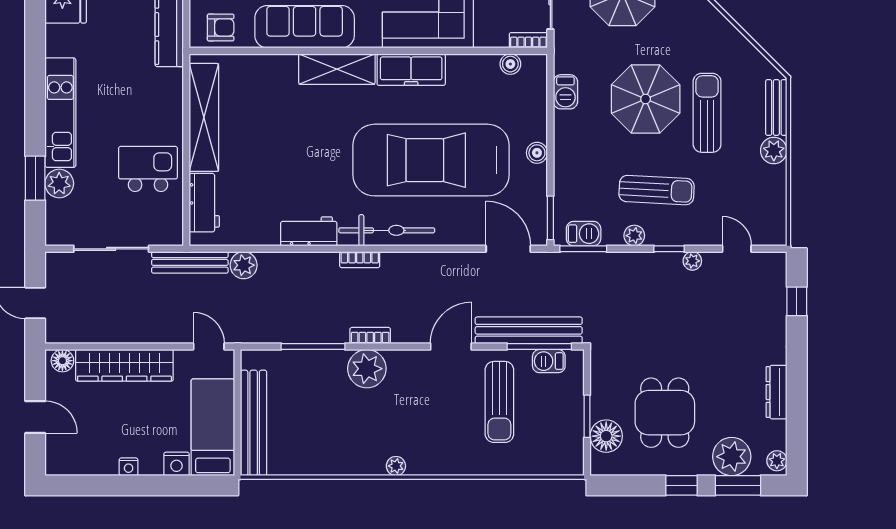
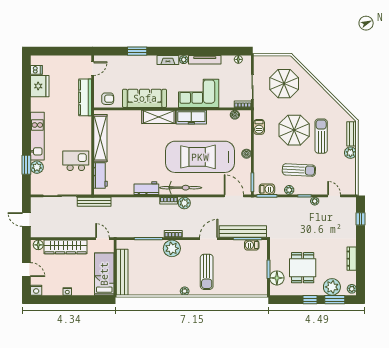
plant: (244, 265) -> (184, 203), moved
sun lounger: (499, 402) -> (207, 272), moved
nightstand: (177, 464) -> (36, 290), moved

